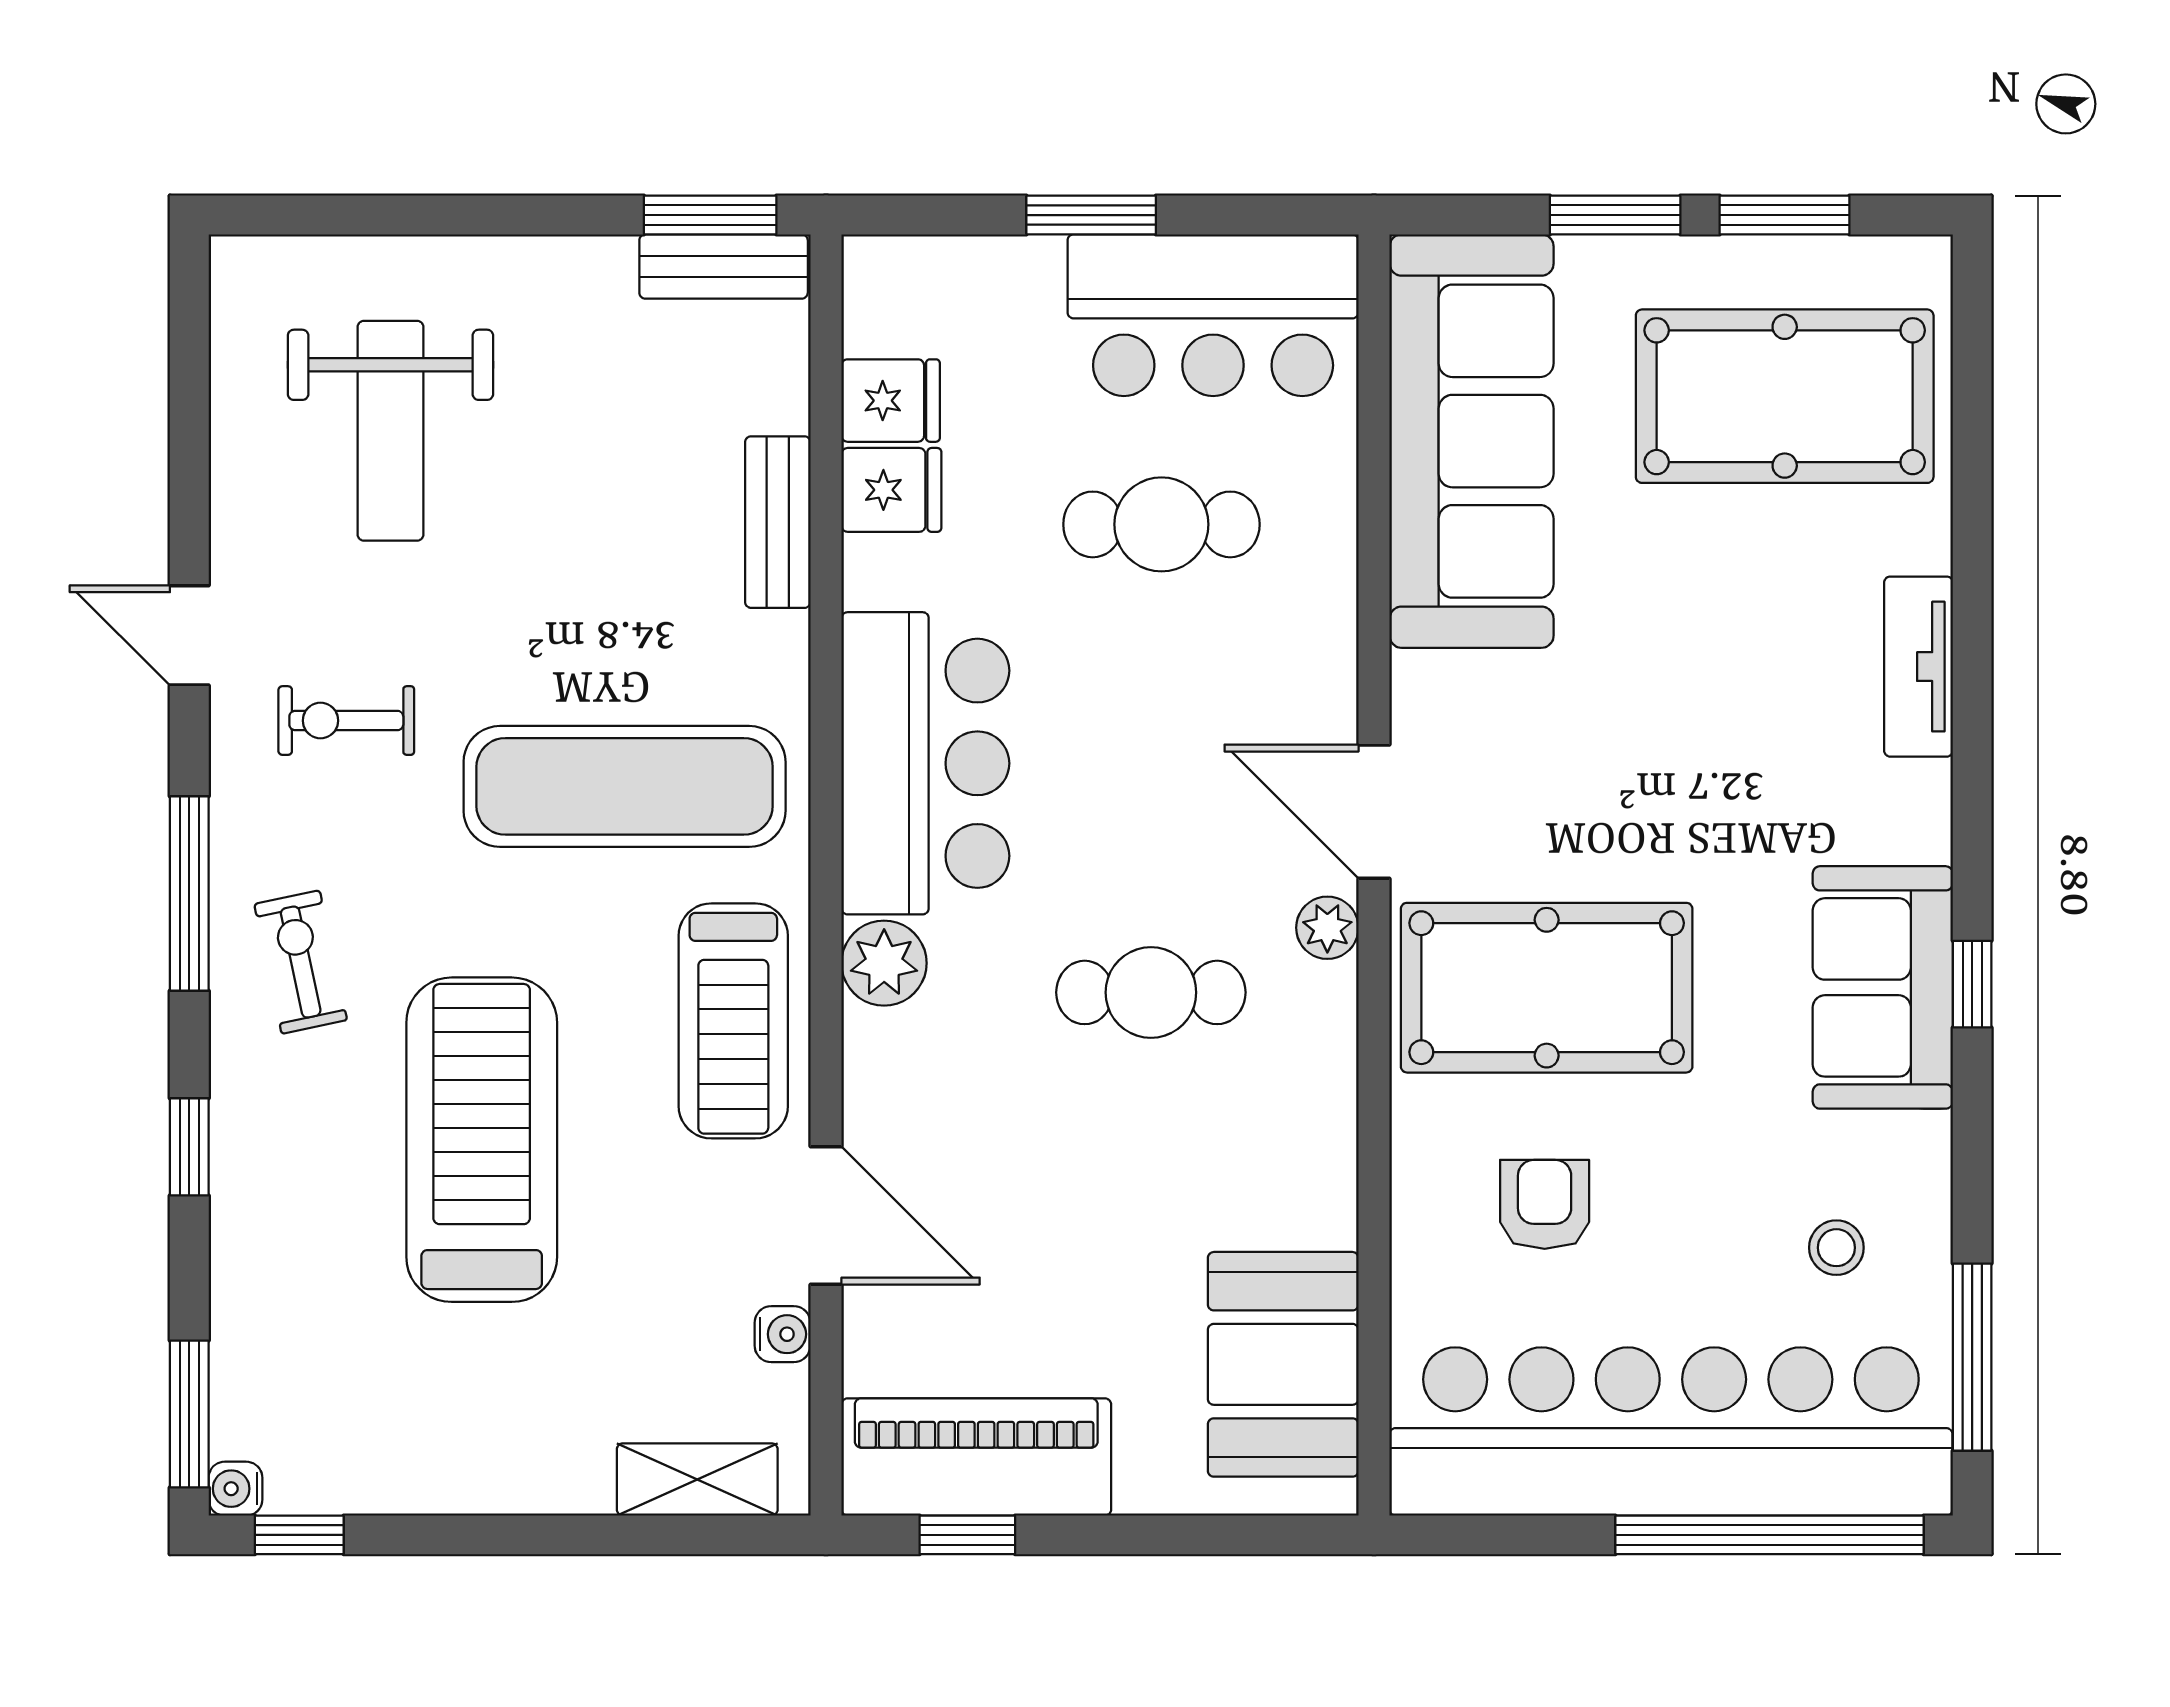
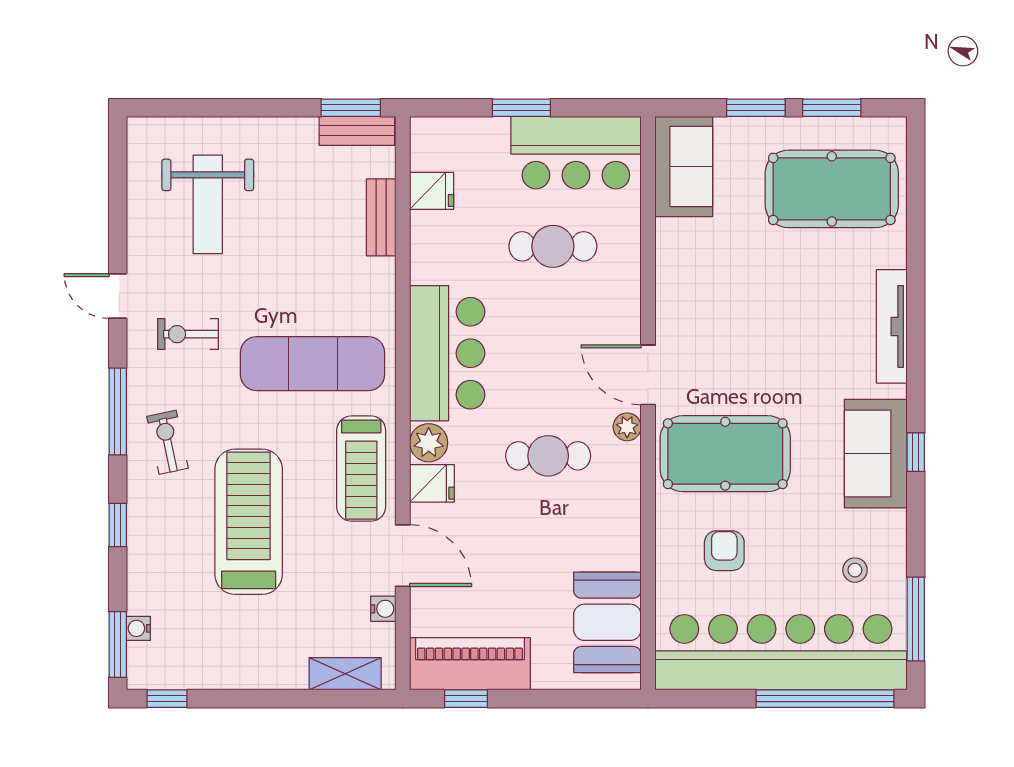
sofa: (1472, 441) -> (684, 166), width x0.54, depth x0.79
fridge: (891, 490) -> (432, 483), moved
bench: (778, 522) -> (381, 217), moved
tv unit: (1918, 667) -> (892, 326), width x1.41
water cooler: (235, 1489) -> (138, 628), moved

